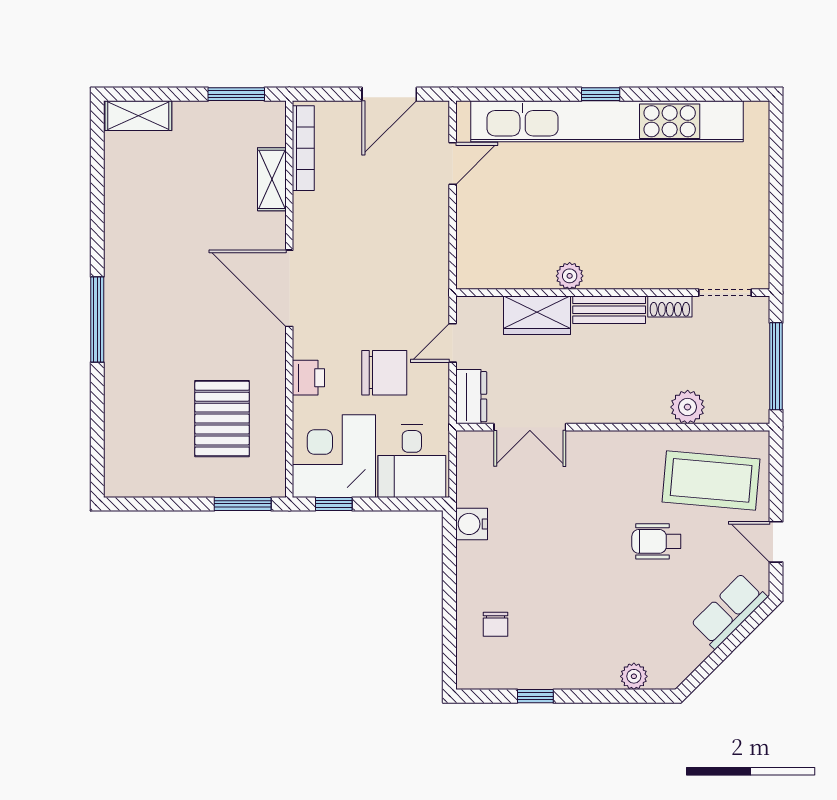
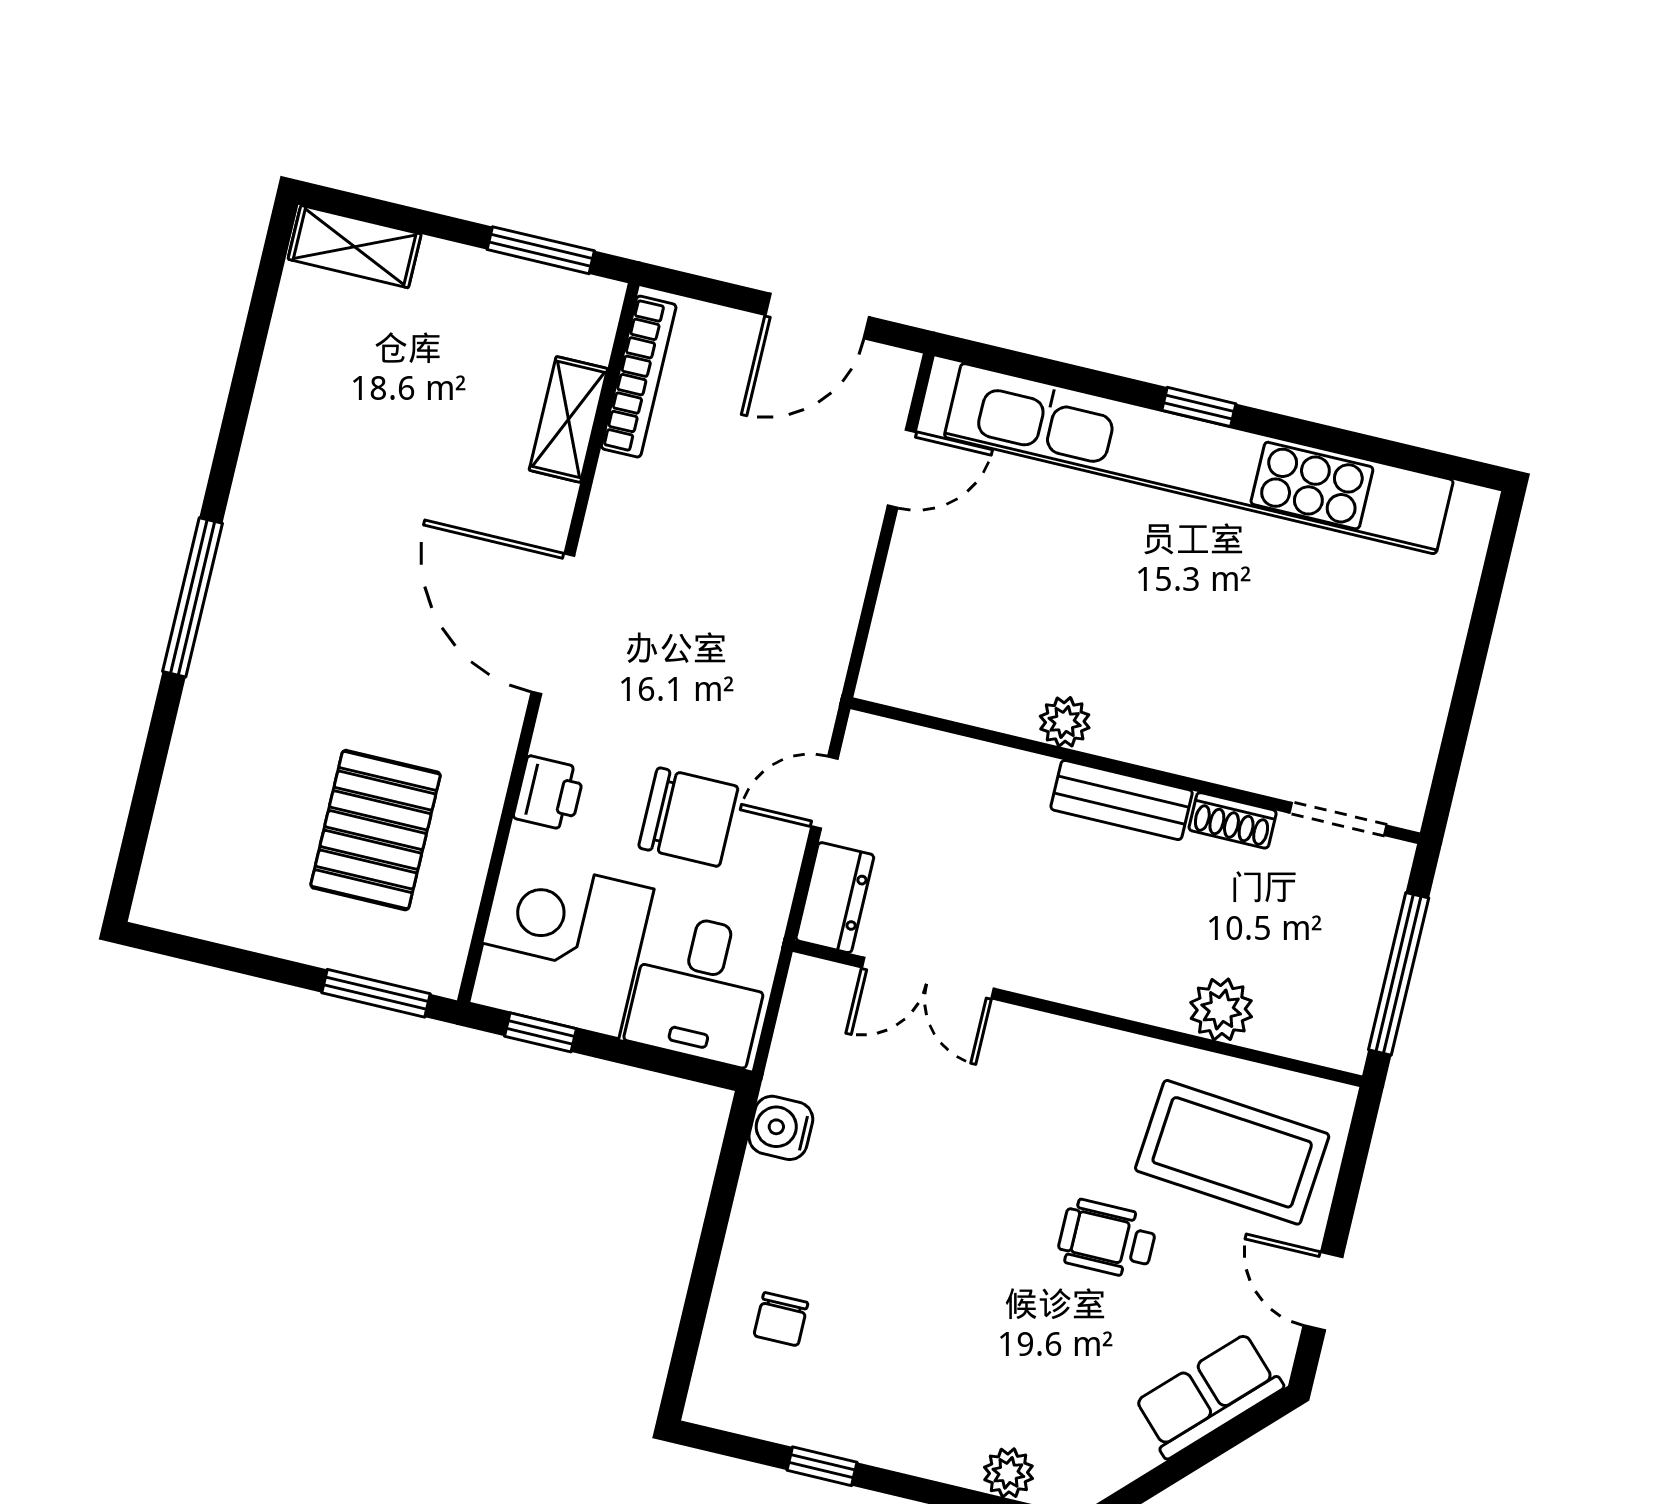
wardrobe: (537, 315) -> (989, 779), removed

